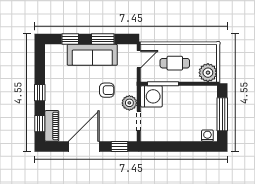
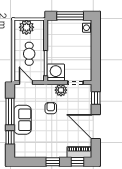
window: (103, 39) -> (10, 111), width x1.44
sofa: (92, 55) -> (23, 120), width x0.73
plant: (208, 73) -> (26, 27), moved

